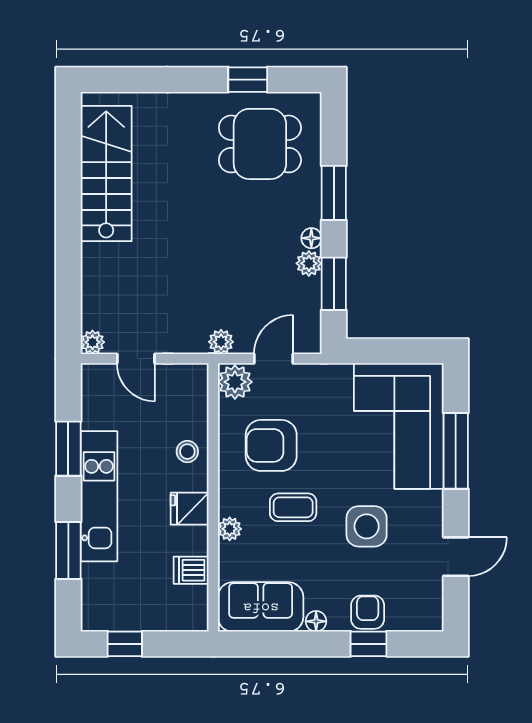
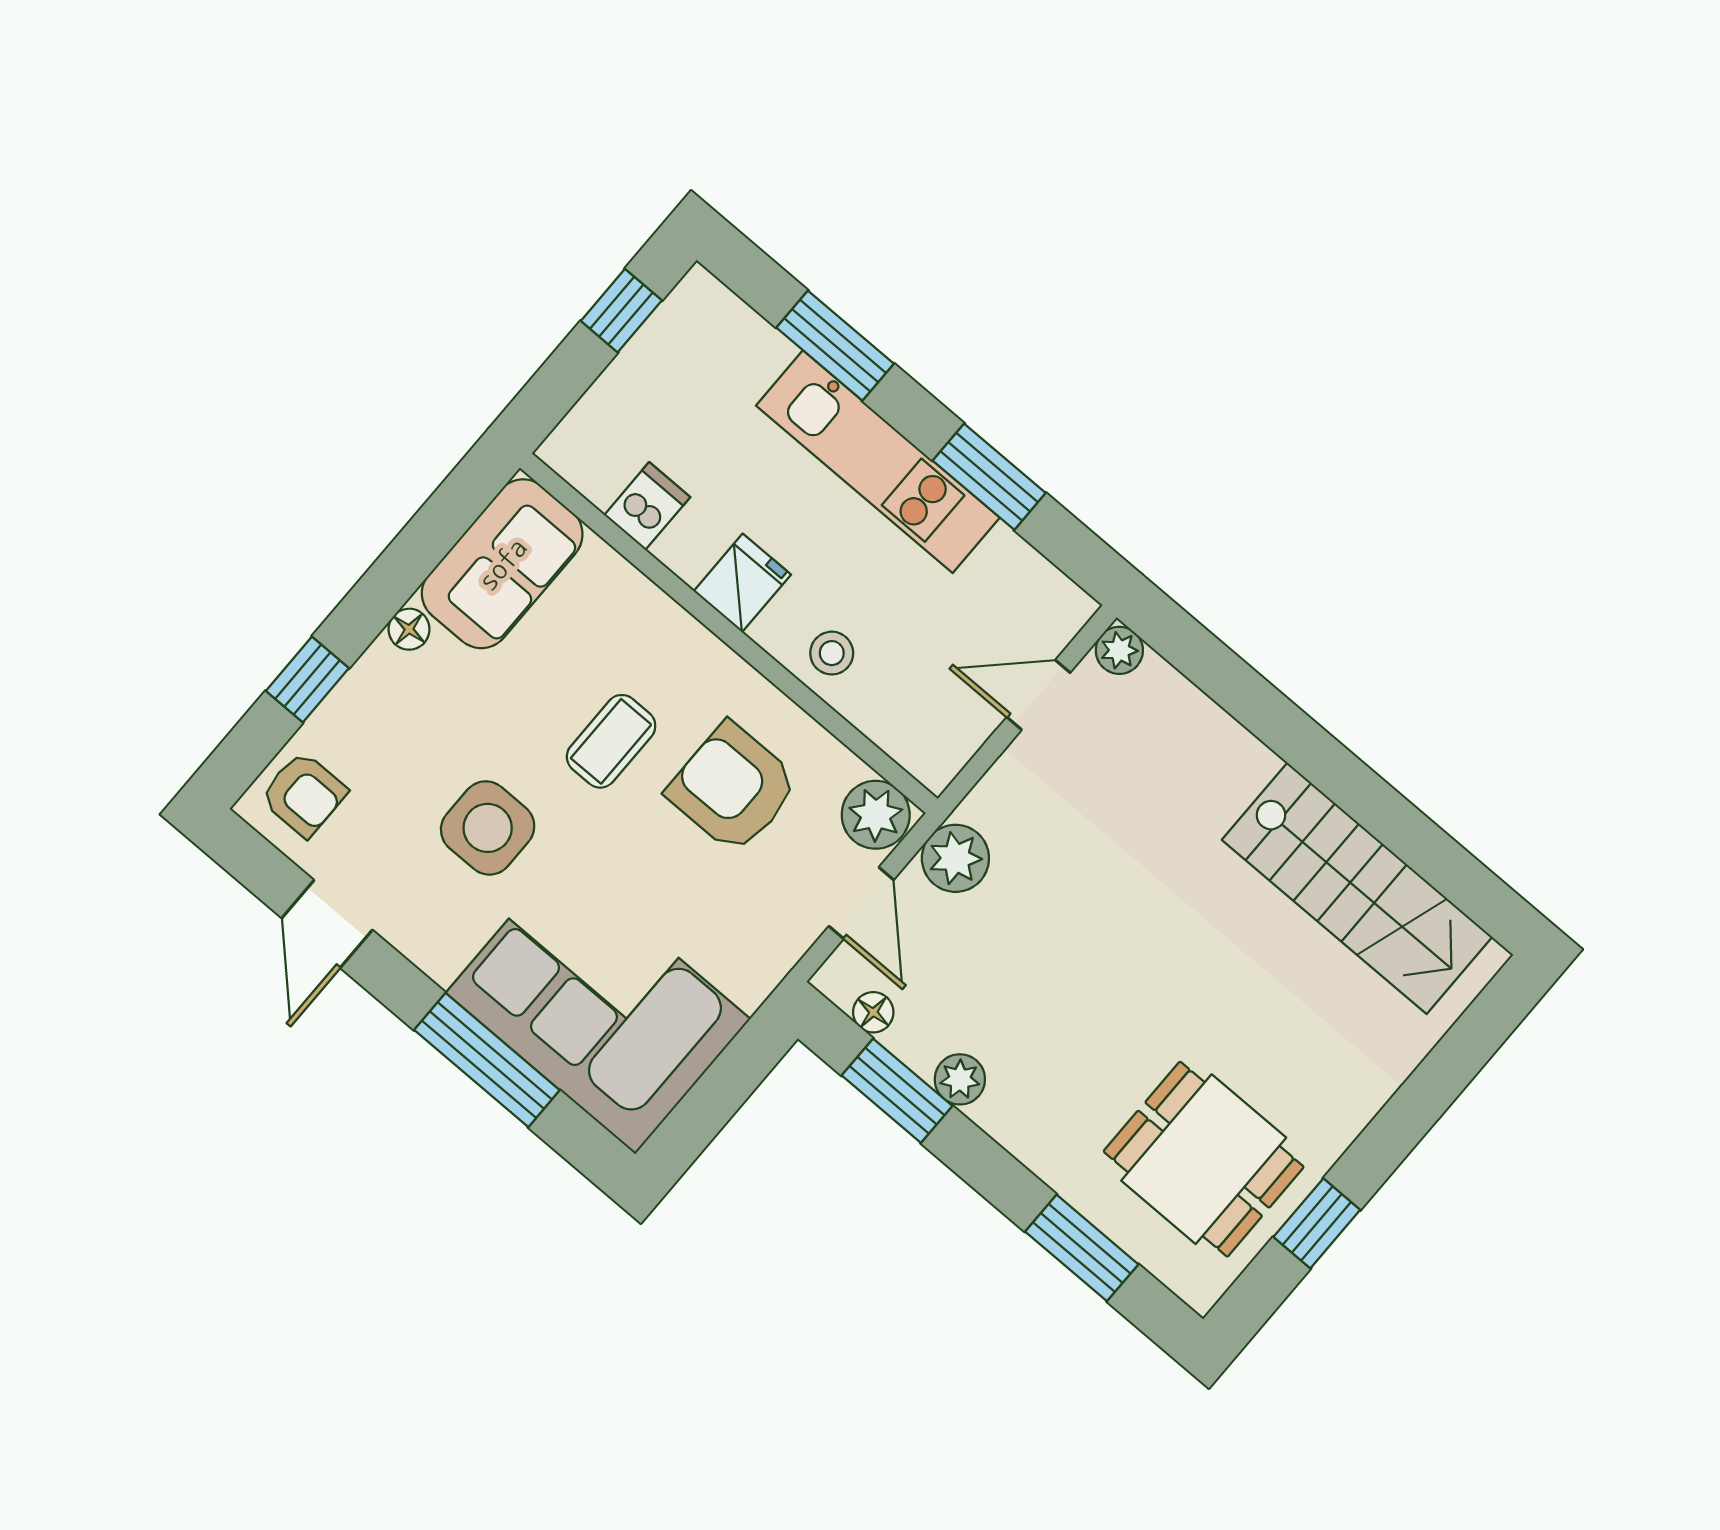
dining table: (260, 144) -> (1204, 1159), turned 90
window: (334, 193) -> (1082, 1248), moved
floor lamp: (311, 238) -> (873, 1012), moved
plant: (221, 342) -> (955, 858), width x1.38, depth x1.38
armchair: (271, 445) -> (733, 788), turned -90
plant: (230, 529) -> (660, 617), removed
armchair: (368, 612) -> (304, 794), moved

